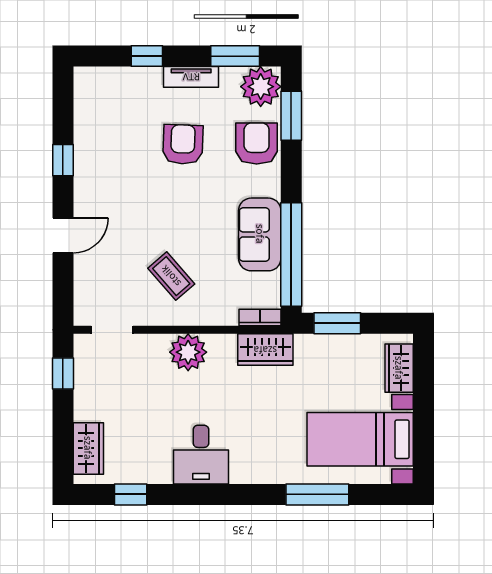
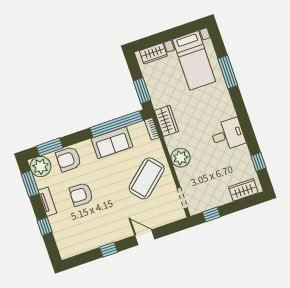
coffee table: (171, 276) -> (147, 178), width x1.86, depth x1.72

